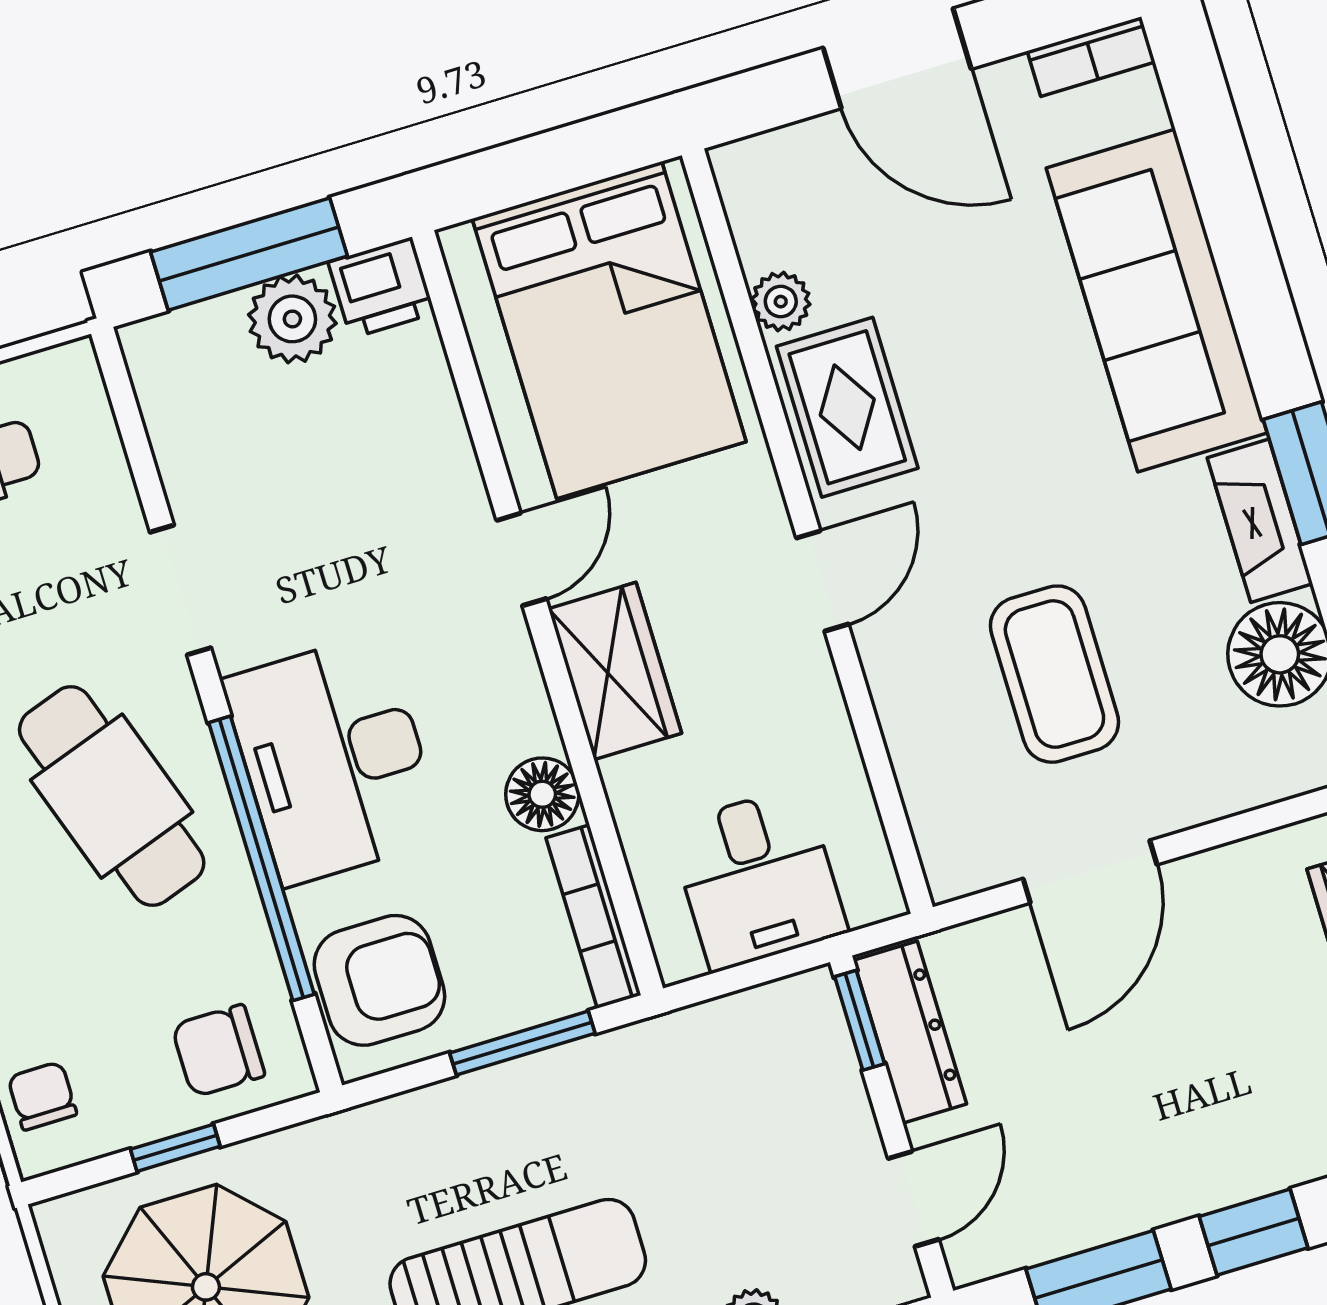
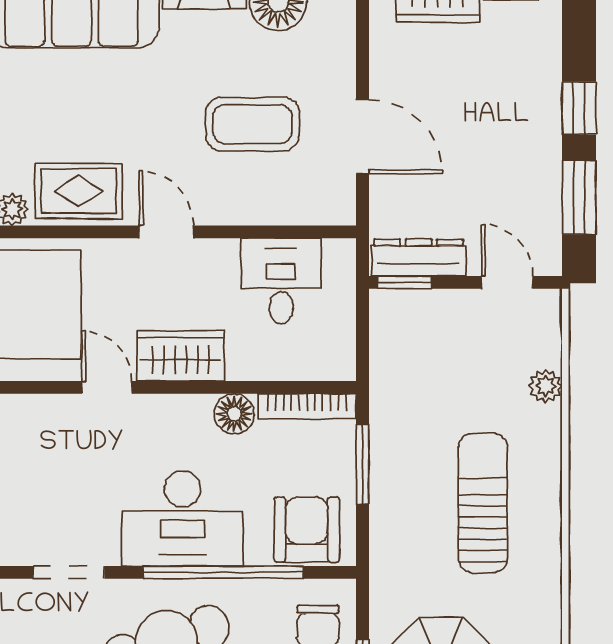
desk: (758, 879) -> (281, 281), moved, turned -90

